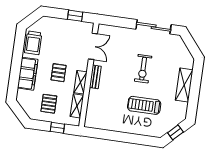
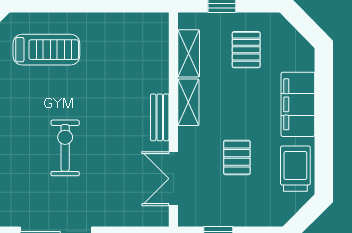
pallet: (59, 73) -> (237, 157), moved
treadmill: (144, 105) -> (46, 50), moved

